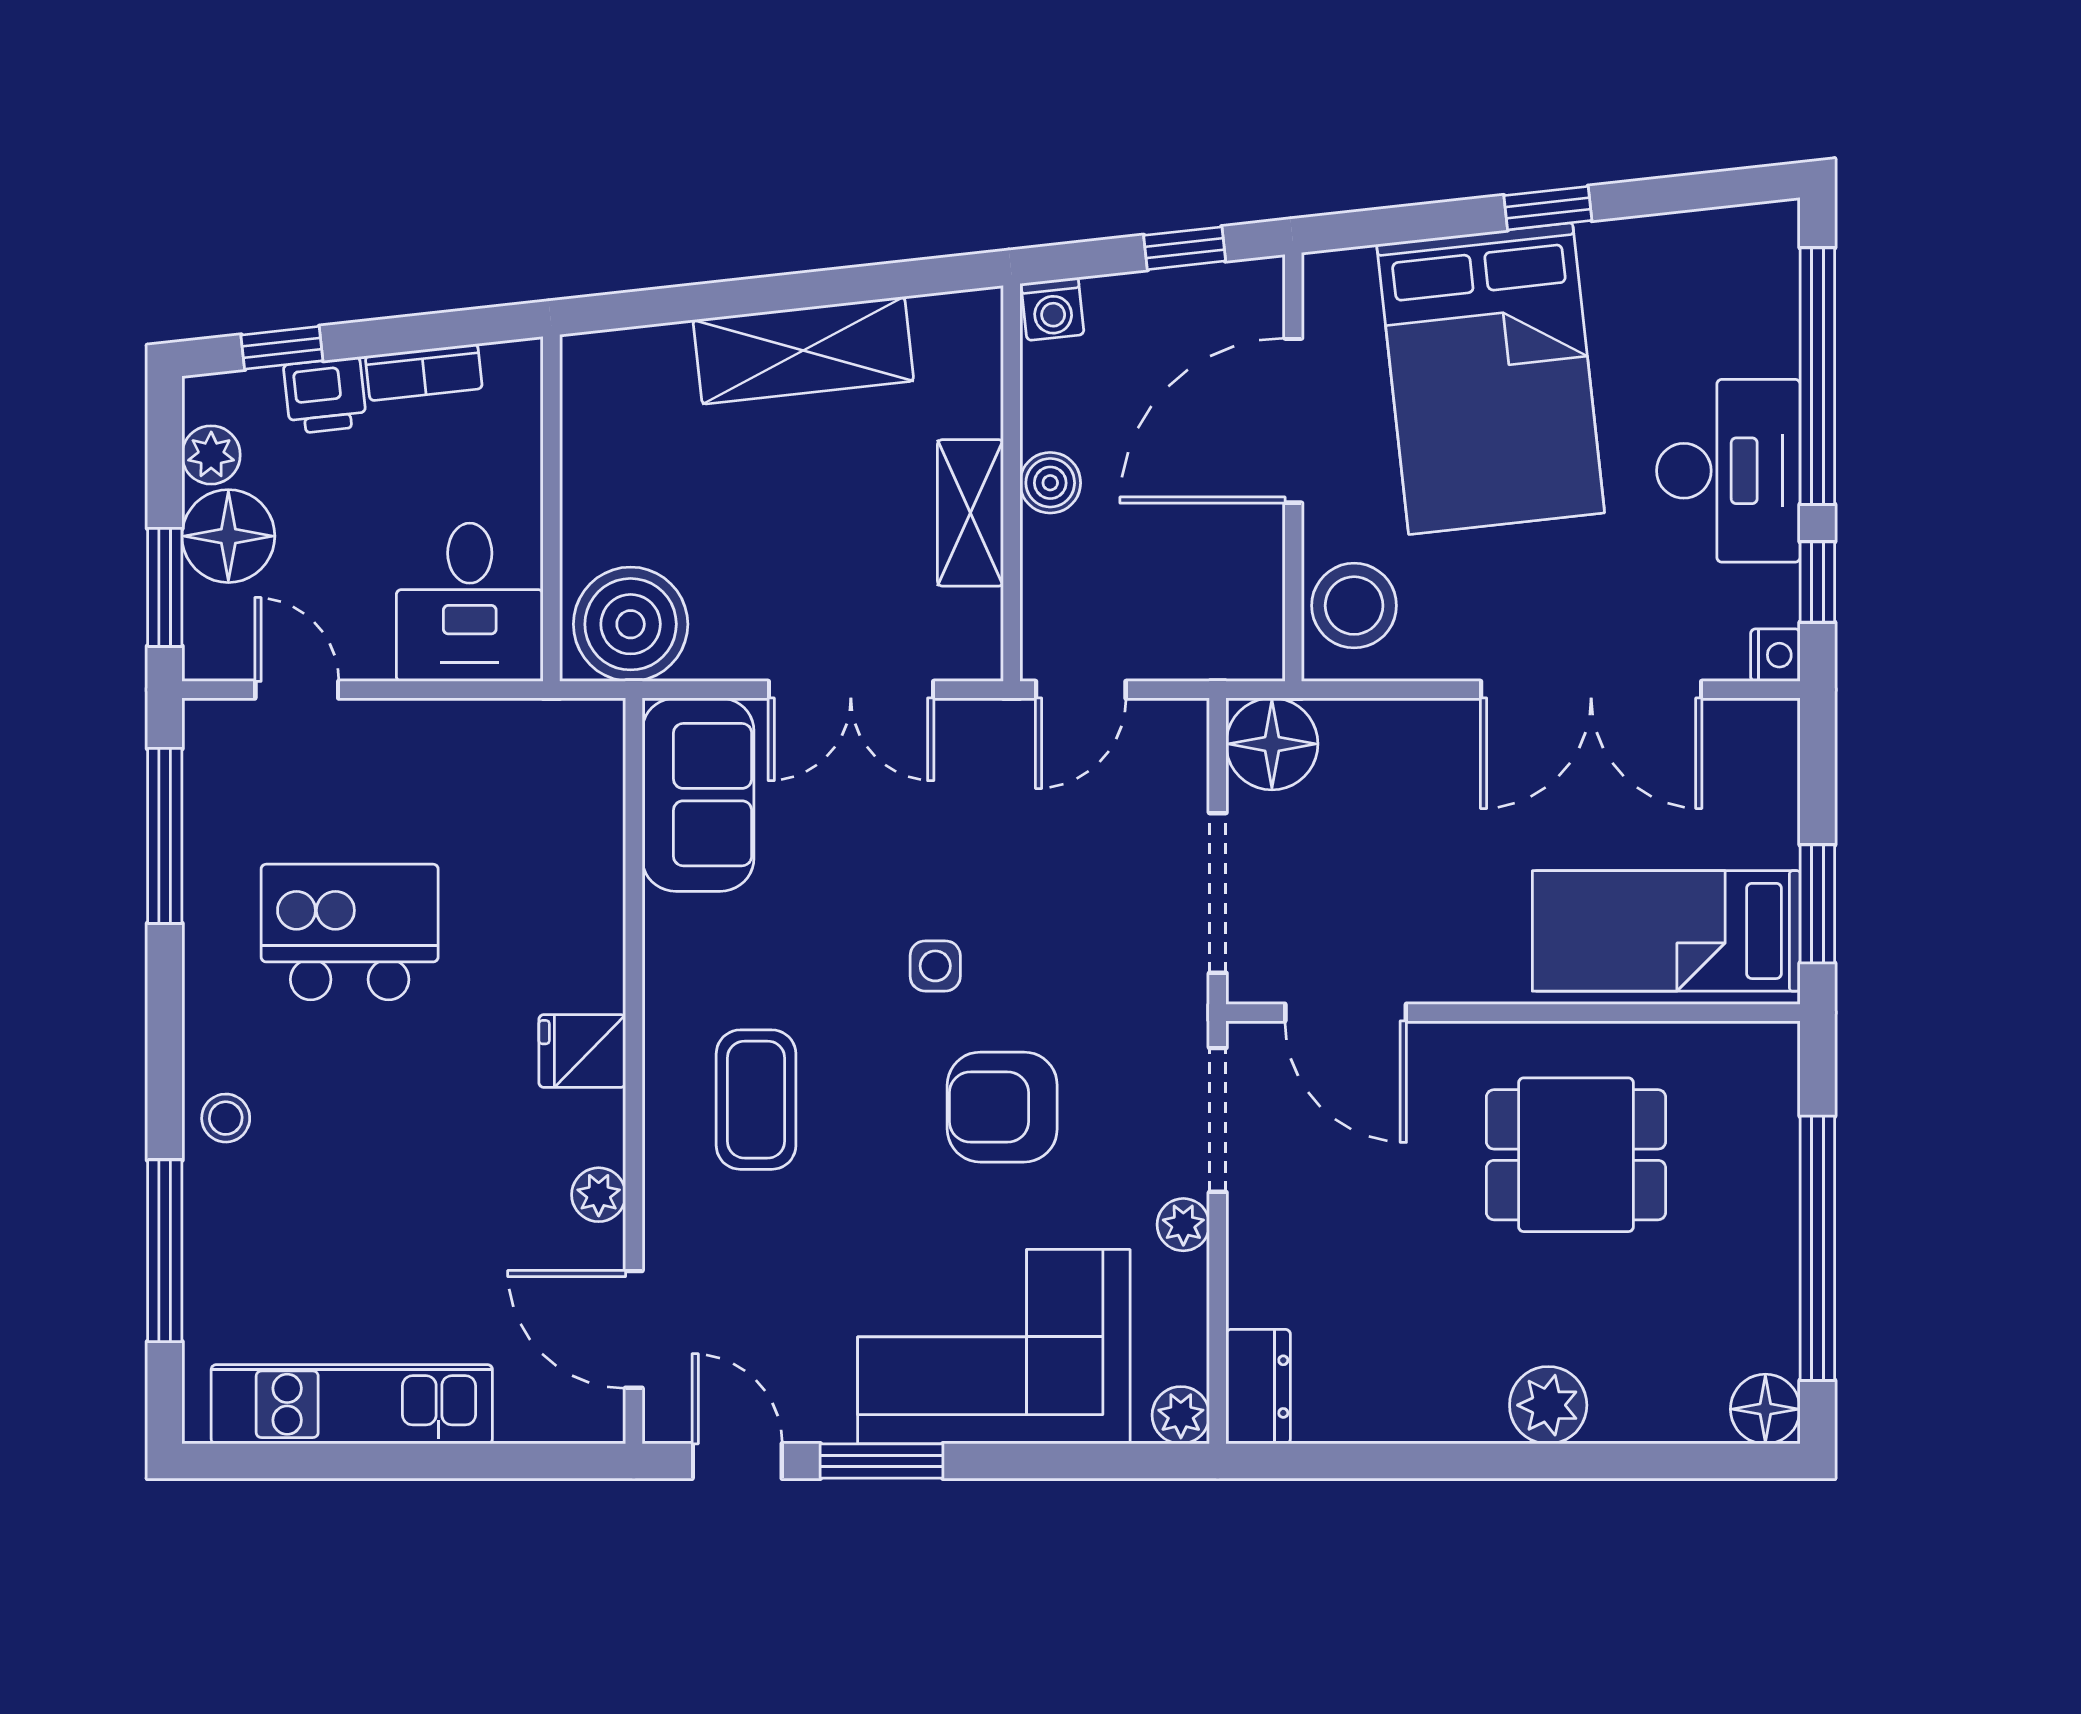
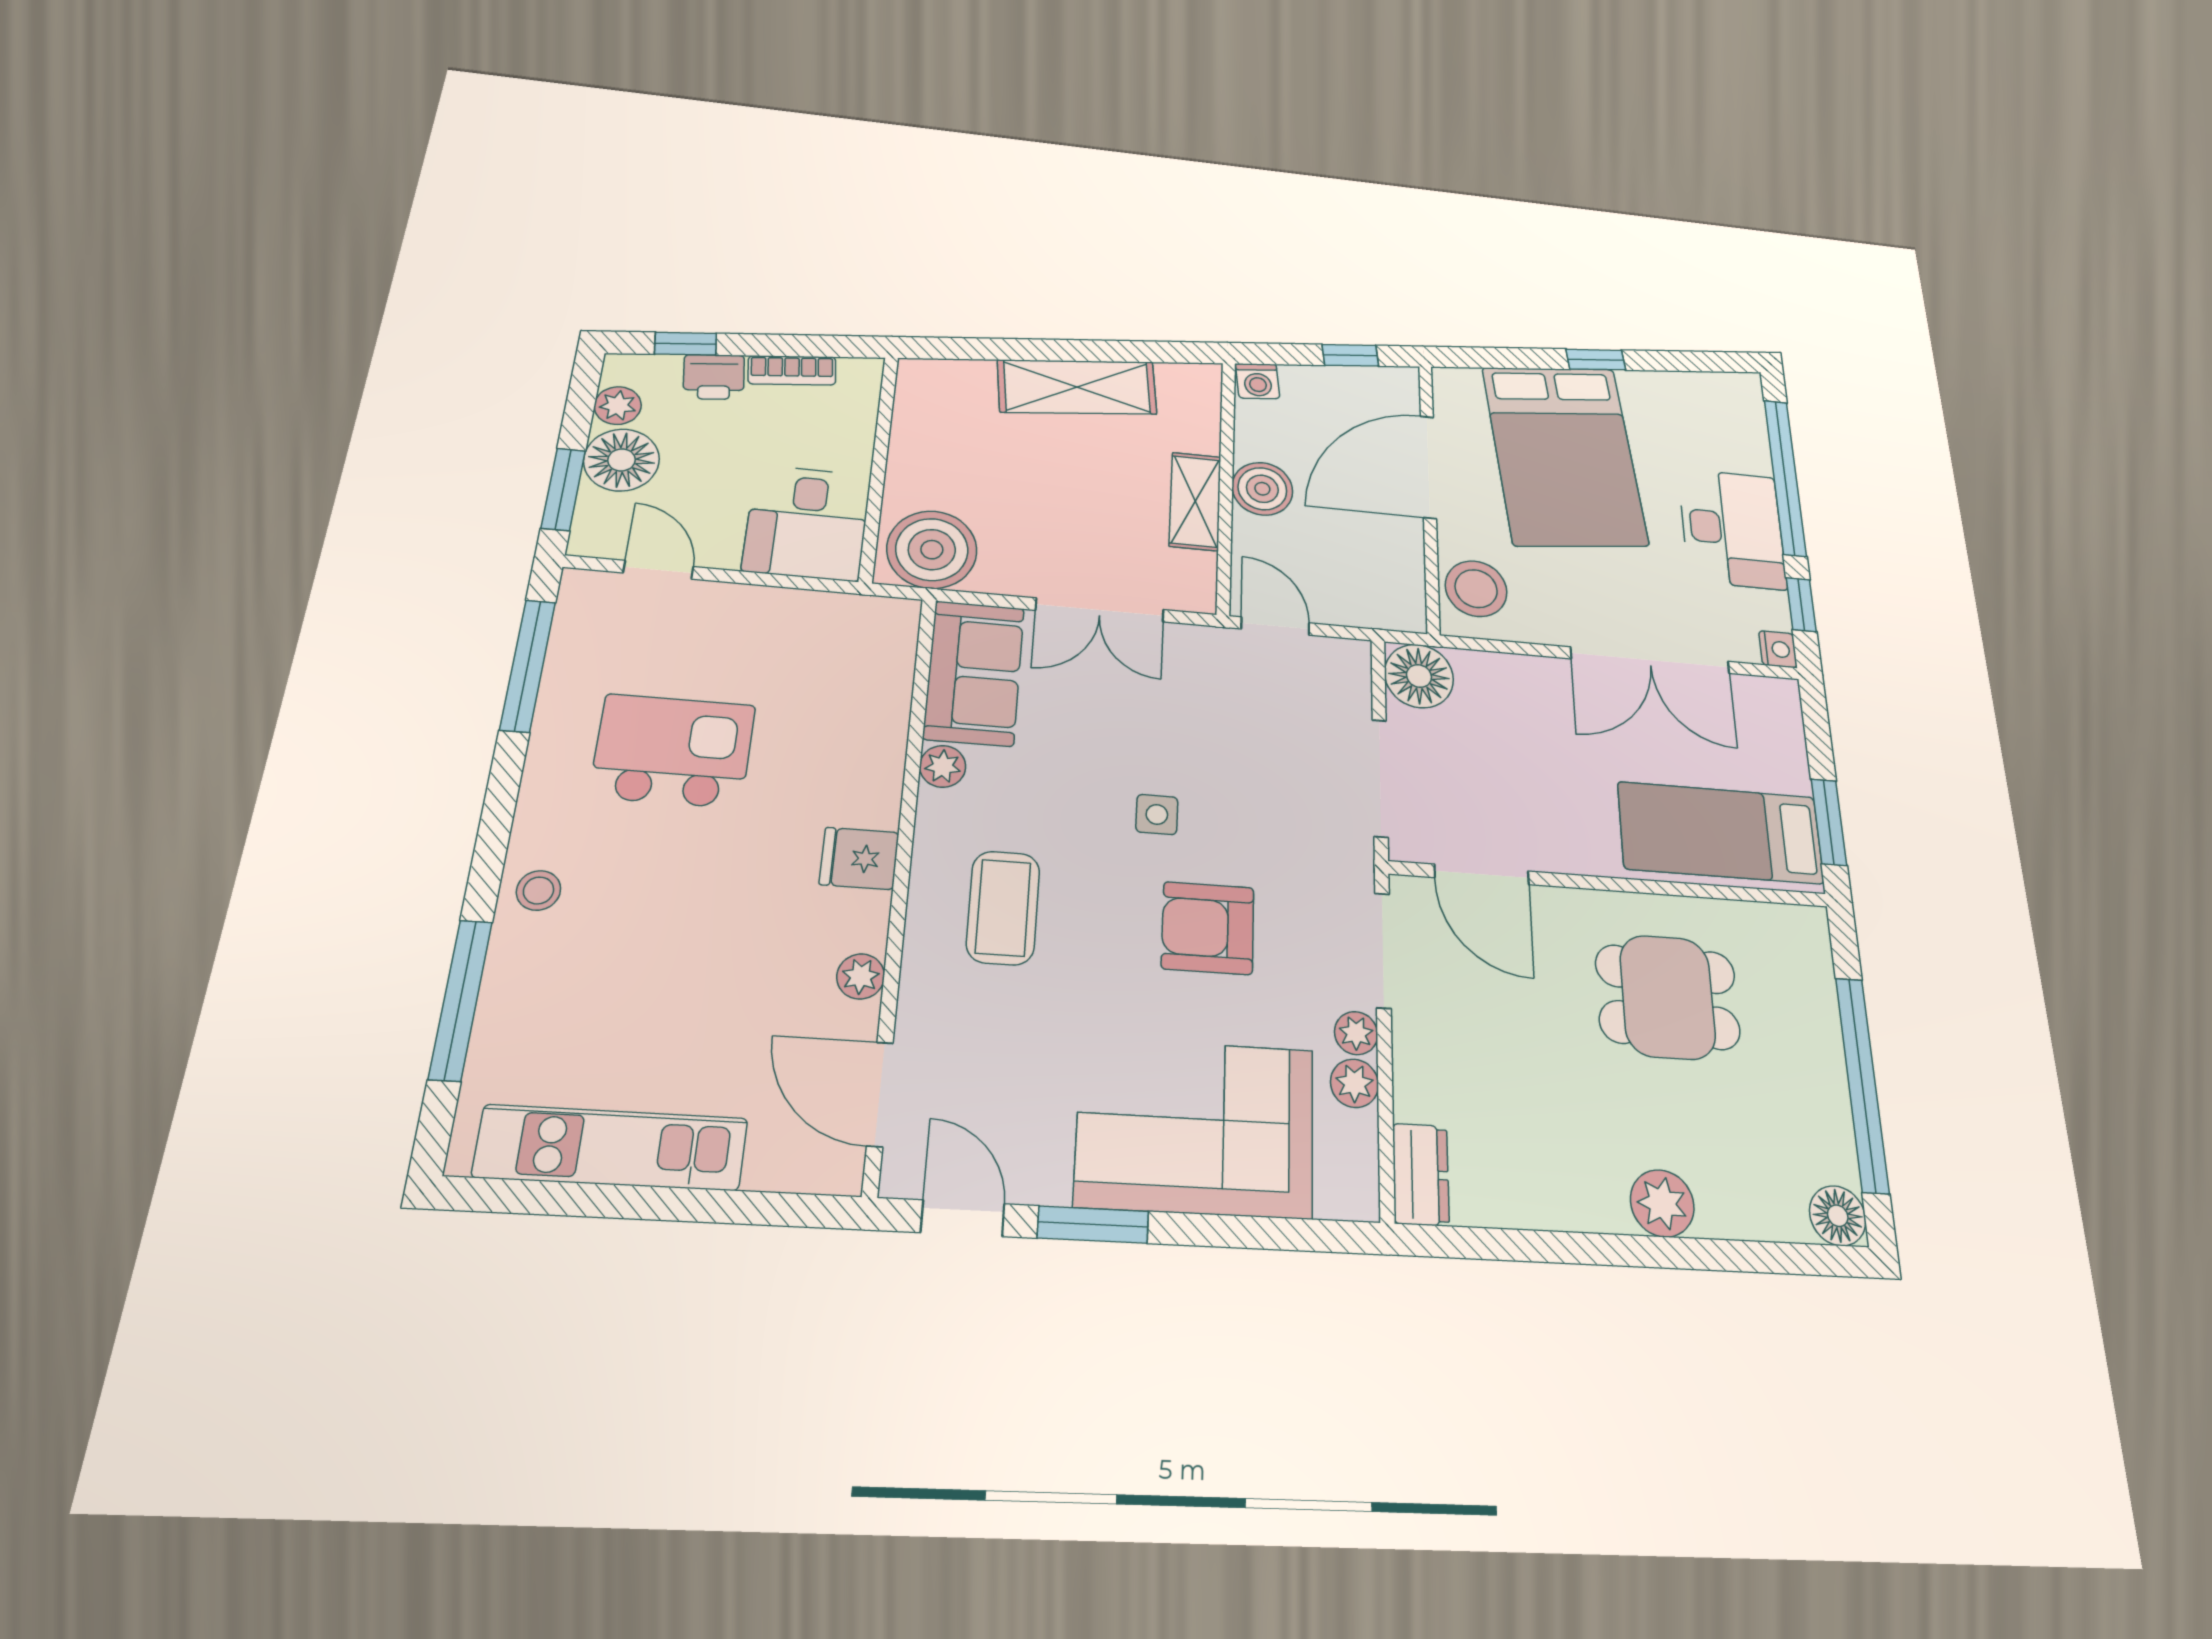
boiler: (1050, 483) -> (1262, 489), width x1.36, depth x1.36
door: (1081, 690) -> (1275, 626), swing flipped
plant: (670, 925) -> (943, 766), added
plant: (1181, 1415) -> (1355, 1083), moved

